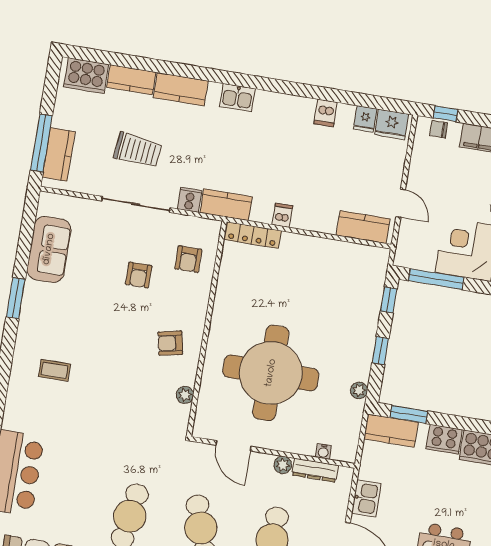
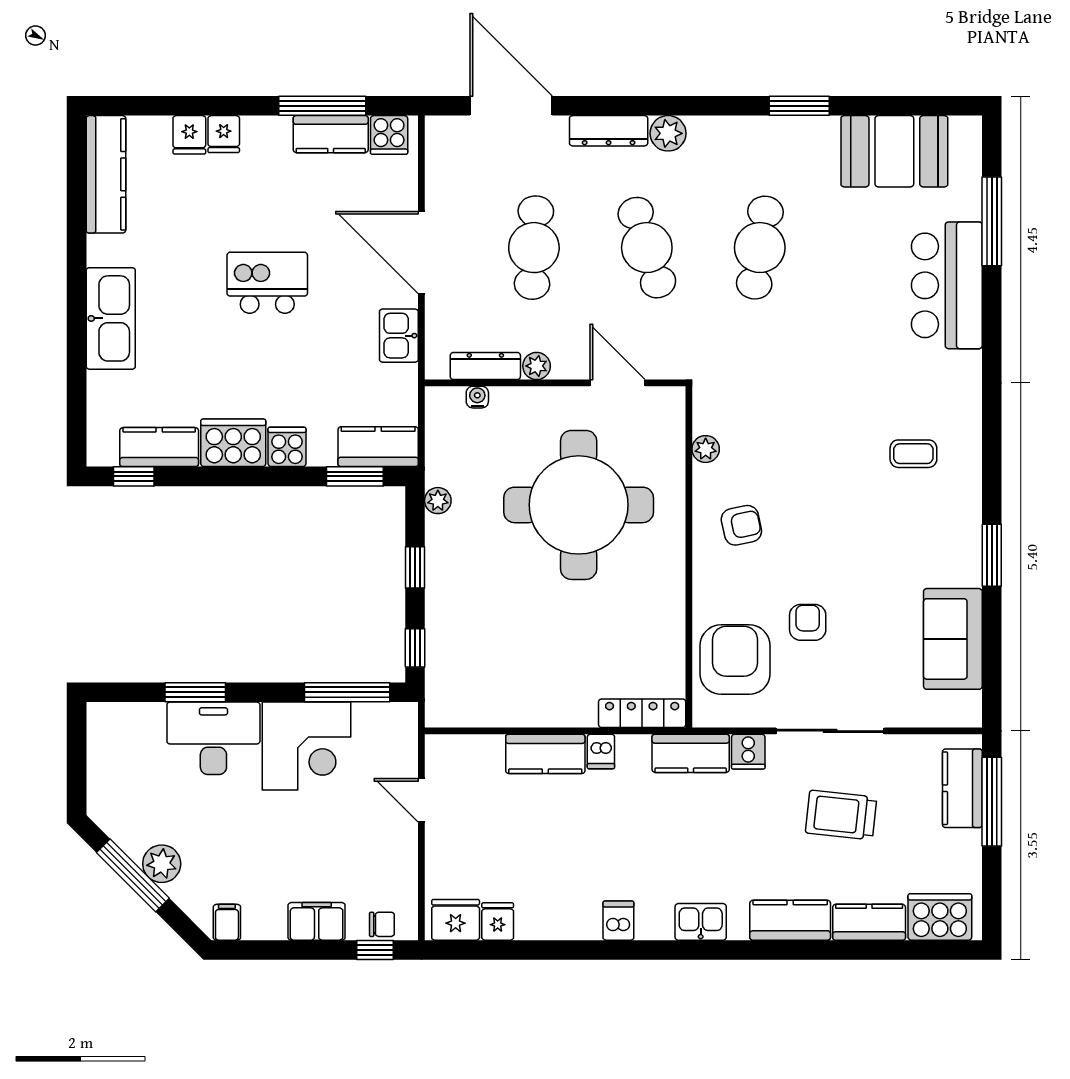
dishwasher: (326, 113) -> (618, 921), moved
kitchen counter: (363, 227) -> (545, 754), moved
armchair: (188, 259) -> (735, 660), width x1.88, depth x1.88
cooker: (444, 439) -> (287, 447), width x0.73

